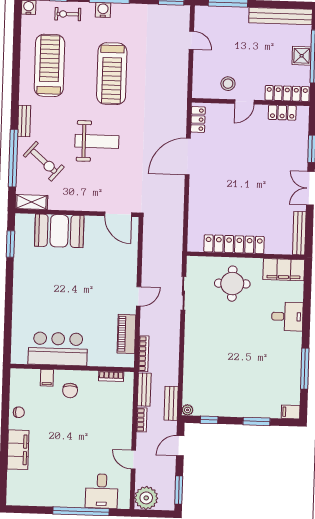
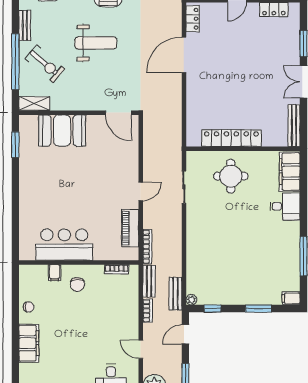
filing cabinet: (284, 270) -> (290, 172), moved, turned 90

